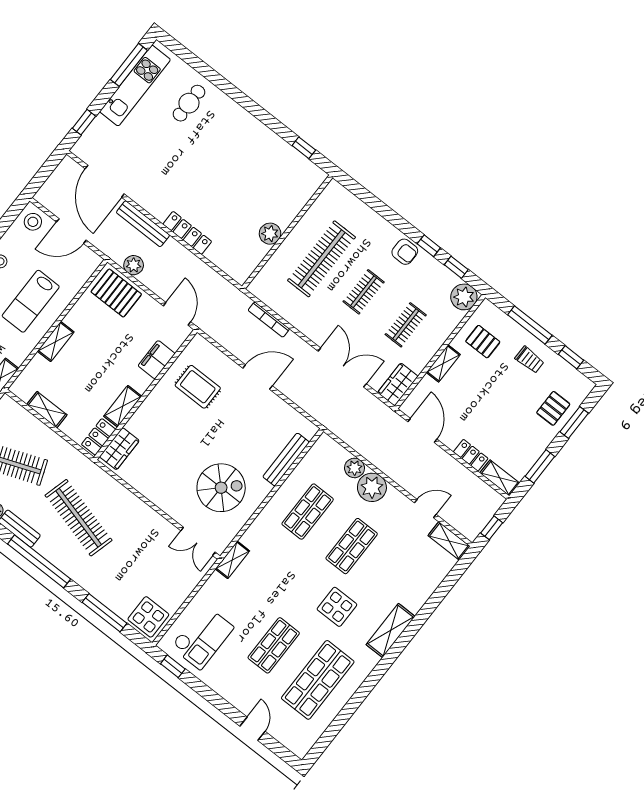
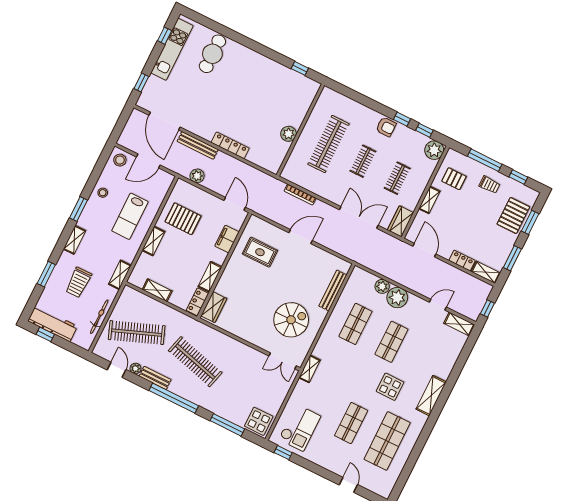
window: (129, 65) -> (165, 36), width x0.46
cafe table: (189, 103) -> (212, 54), width x1.37, depth x1.35
pallet: (116, 293) -> (183, 219), moved
pallet: (553, 408) -> (513, 216), width x1.50, depth x1.42

